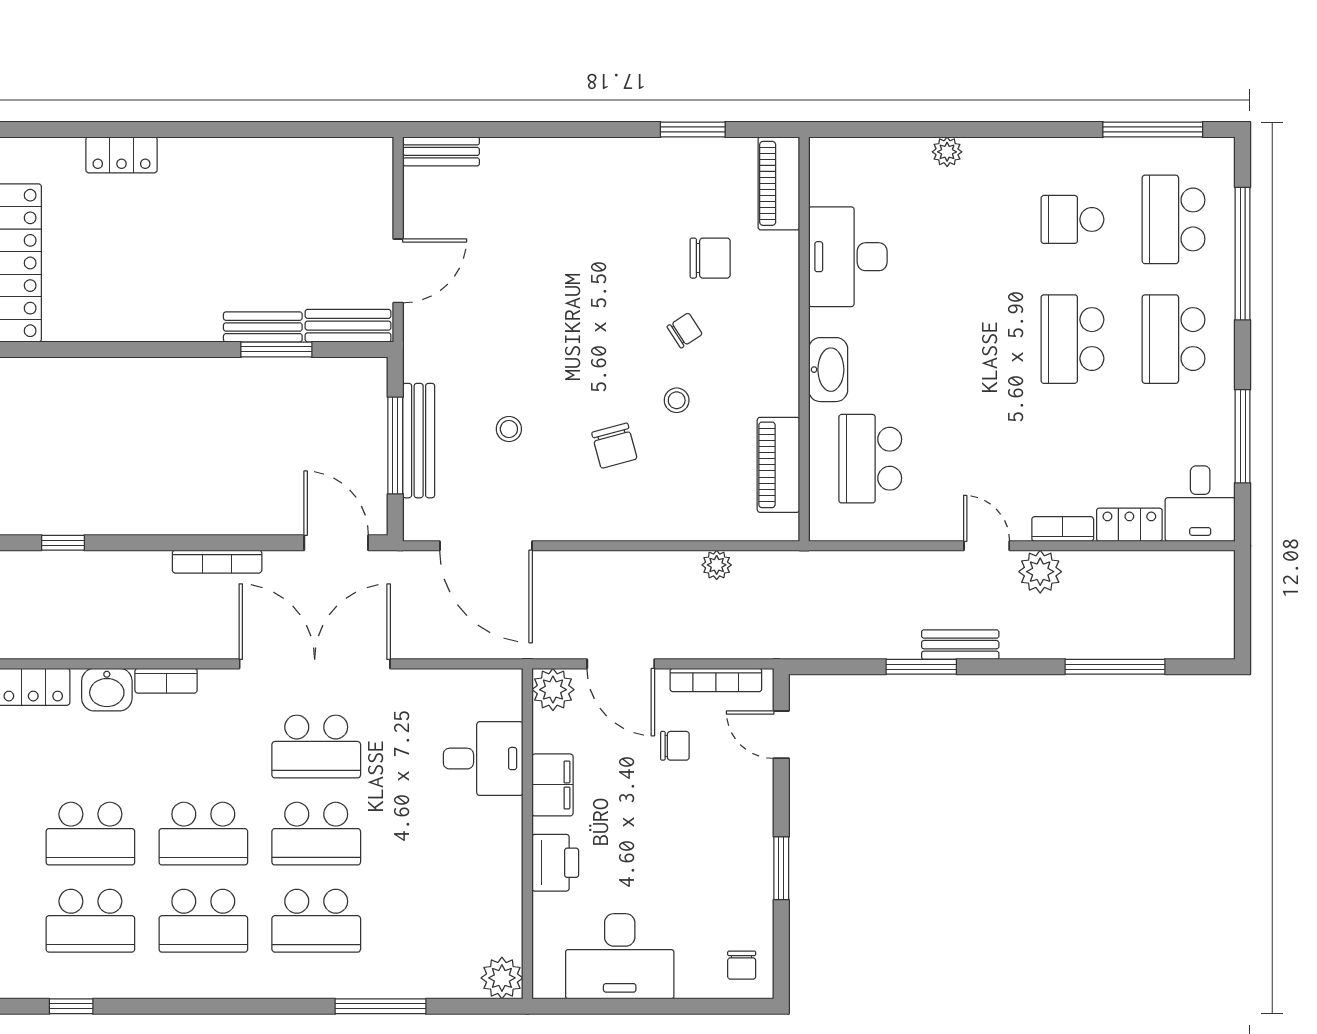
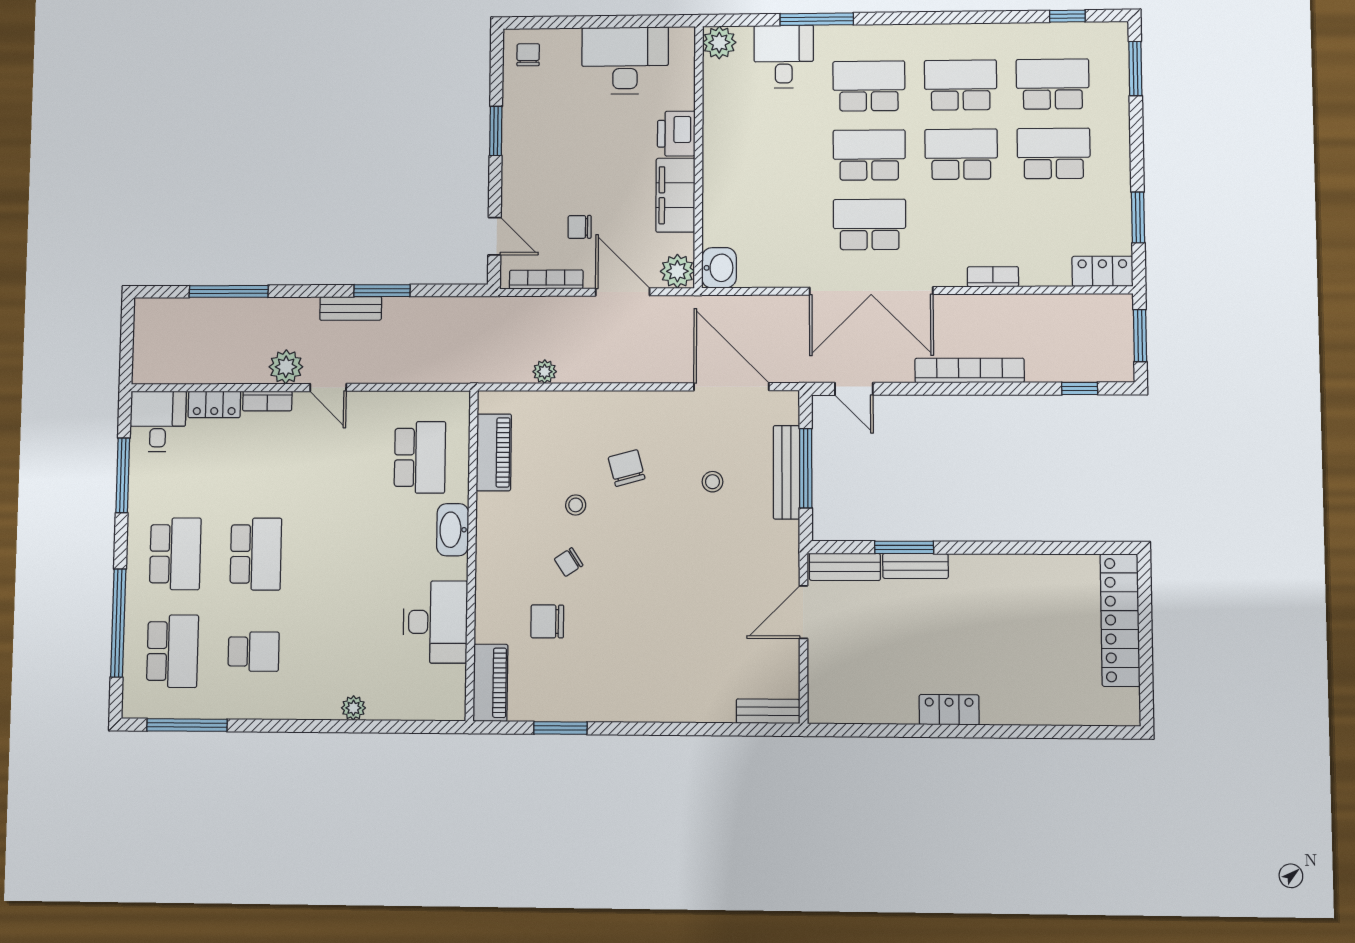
locker: (122, 155) -> (949, 710), moved
door: (336, 543) -> (854, 389), width x0.73
bookcase: (217, 562) -> (969, 370), width x1.48, depth x1.31
washbasin: (107, 690) -> (719, 268), moved, turned 90
desk: (483, 759) -> (784, 57), moved, turned 90
filing cabinet: (552, 785) -> (675, 195), width x1.50, depth x1.17

